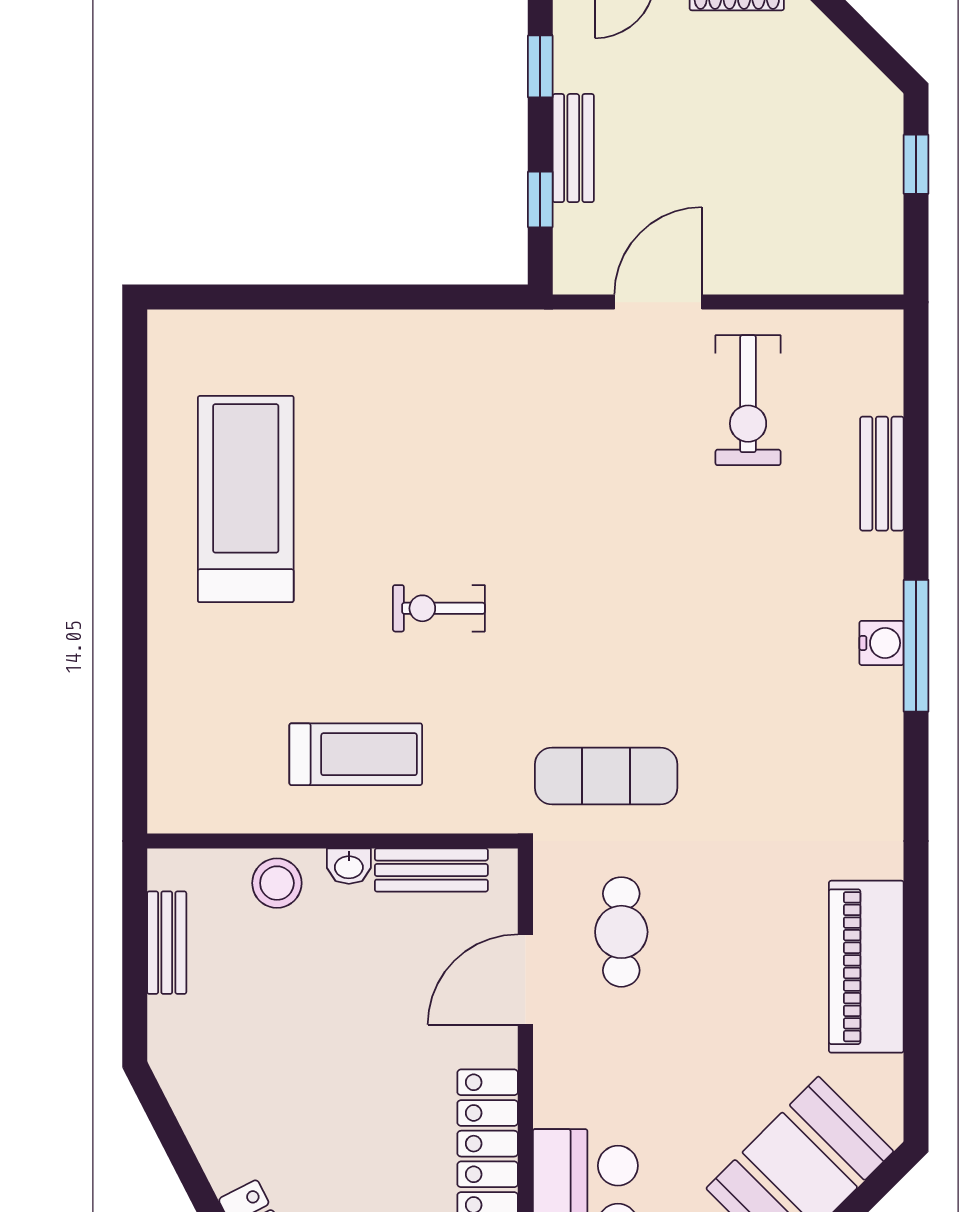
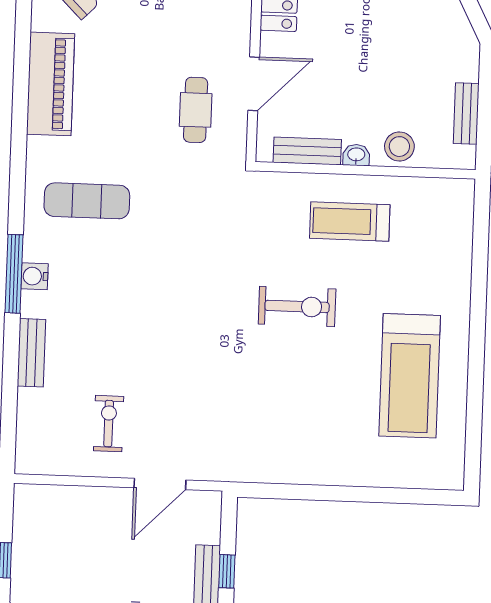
window: (540, 199) -> (227, 571), moved
exercise bike: (748, 400) -> (109, 424), width x0.73, depth x0.72
bench: (882, 474) -> (31, 353), moved
exercise bike: (439, 608) -> (297, 306), width x1.38, depth x1.39
exercise mat: (606, 776) -> (87, 201), moved

